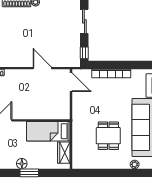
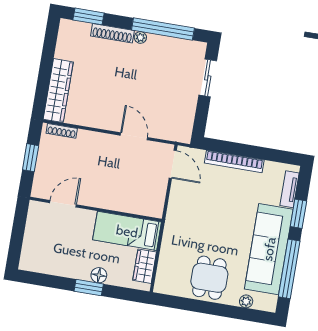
window: (84, 53) -> (200, 124), removed
dining table: (108, 136) -> (209, 278), moved
floor lamp: (22, 164) -> (99, 275), moved

